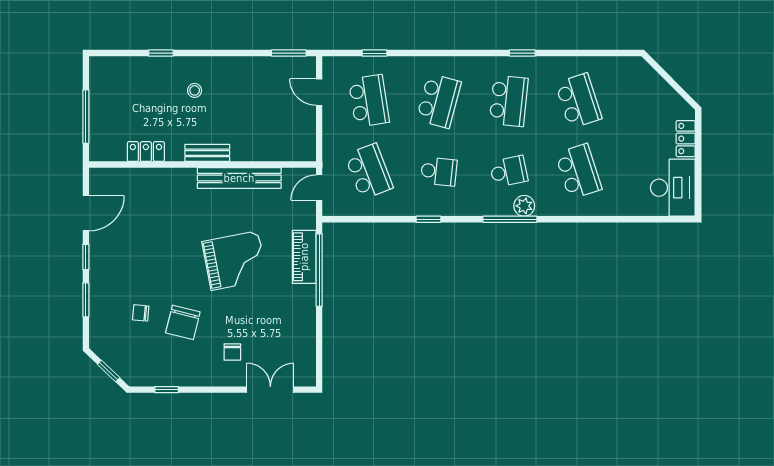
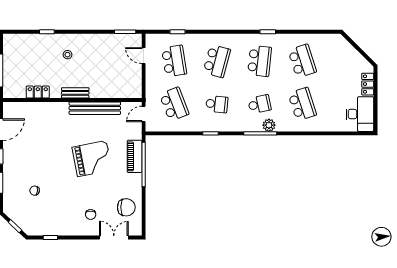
chair: (183, 322) -> (126, 207), moved, turned -104

